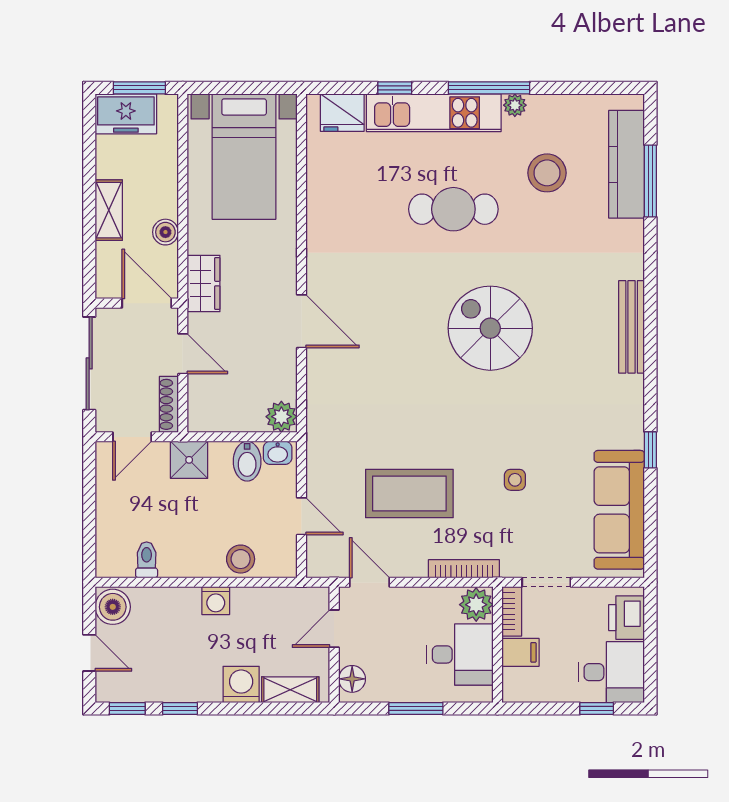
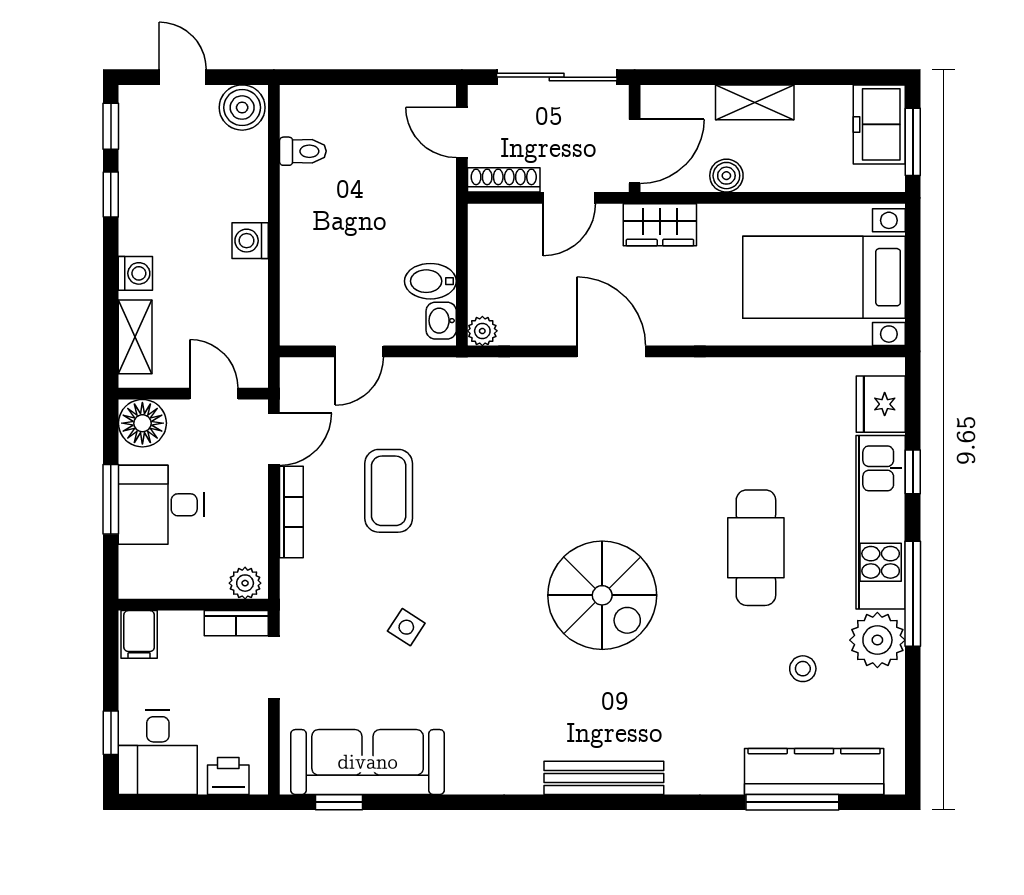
plant: (515, 105) -> (877, 640), width x1.88, depth x1.88
stool: (547, 173) -> (803, 669), width x0.53, depth x0.53
door: (302, 321) -> (611, 351), swing flipped
spiral stairs: (490, 328) -> (602, 595), turned 90
plant: (281, 417) -> (482, 331), width x0.73, depth x0.73
window: (650, 450) -> (339, 802), moved
shower: (189, 460) -> (432, 206), removed
side table: (515, 480) -> (406, 627), turned 33
coffee table: (409, 493) -> (389, 491), width x0.73, depth x0.76
stool: (241, 559) -> (304, 273), removed
bookcase: (464, 569) -> (291, 512), moved
plant: (476, 605) -> (245, 583), width x0.73, depth x0.73
printer: (627, 618) -> (228, 776), width x0.73, depth x0.81
filing cabinet: (520, 652) -> (139, 634), moved
door: (89, 653) -> (183, 77), swing flipped
desk: (460, 654) -> (161, 505), moved, turned 90
floor lamp: (352, 679) -> (142, 423), width x1.38, depth x1.38
washing machine: (241, 684) -> (135, 273), width x0.73, depth x0.73

